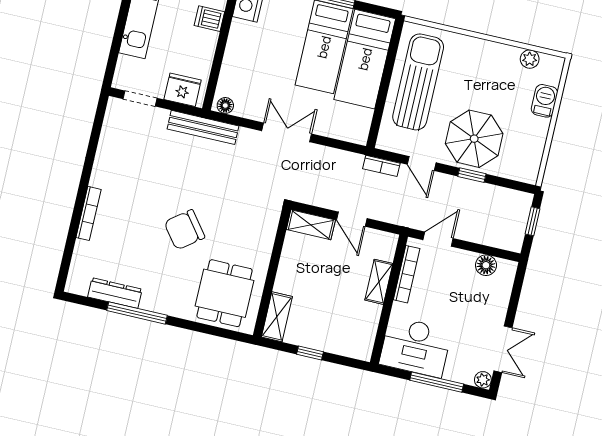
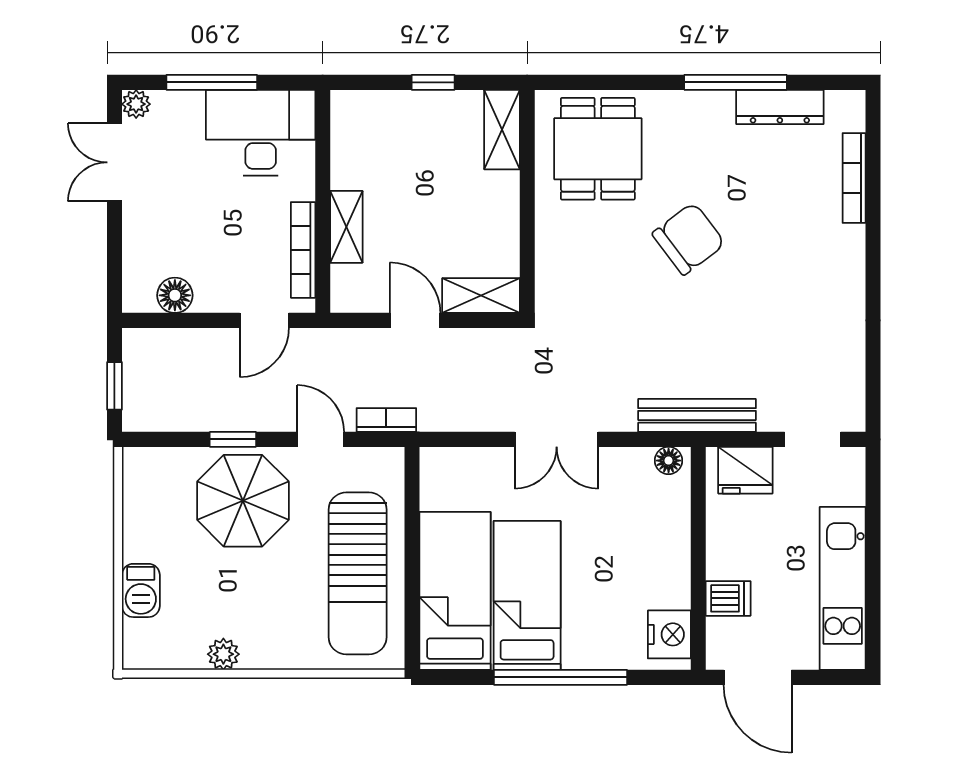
plant: (530, 59) -> (223, 654), moved
bookcase: (88, 213) -> (854, 178), moved

